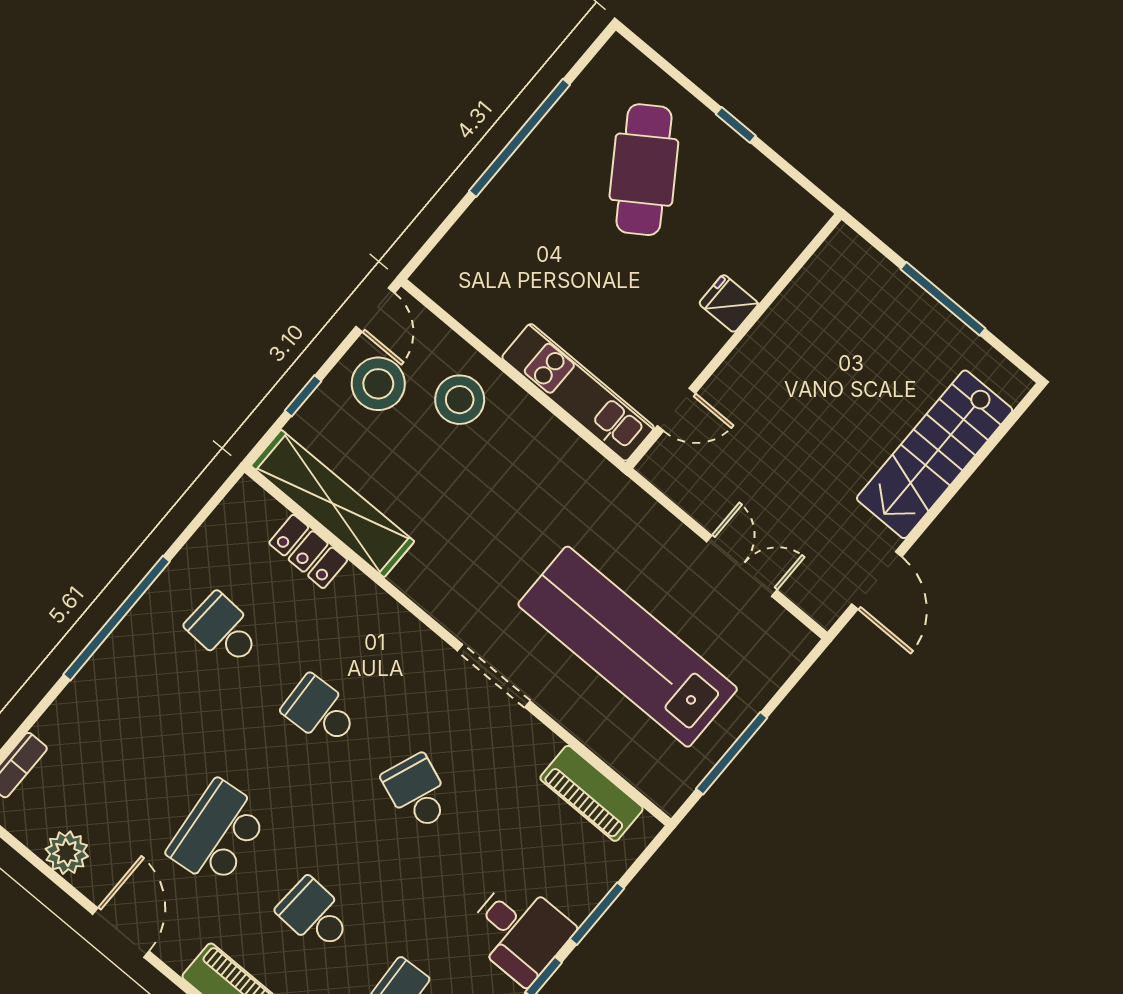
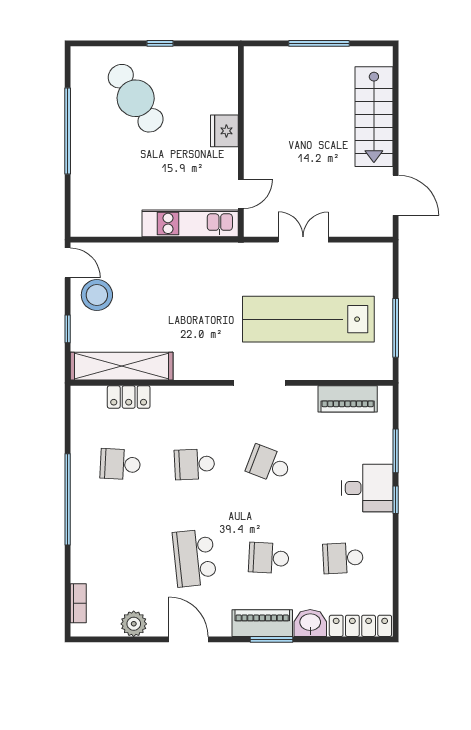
fridge: (729, 303) -> (224, 131), width x1.38
stool: (460, 400) -> (140, 271), removed
double door: (742, 566) -> (303, 240), moved

